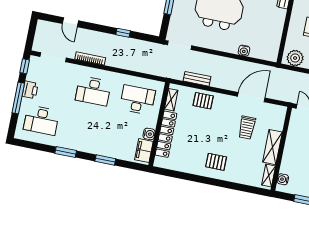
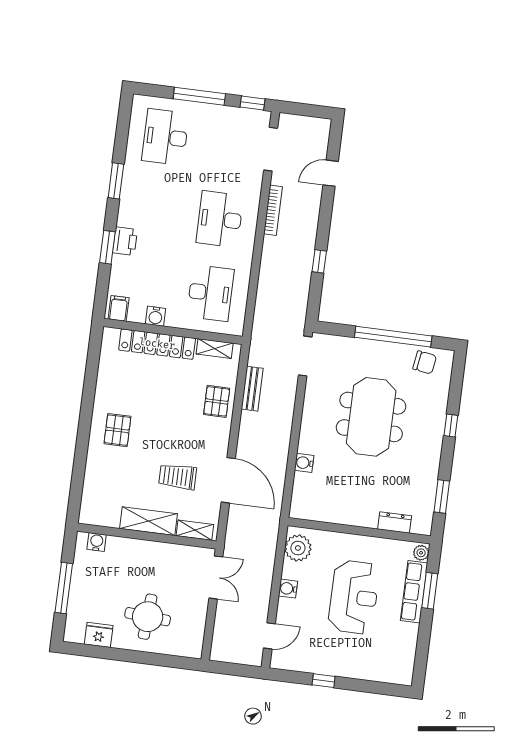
printer: (30, 90) -> (125, 241), moved, turned -90
filing cabinet: (144, 151) -> (119, 309), width x0.50
shelving: (269, 175) -> (195, 530), moved

